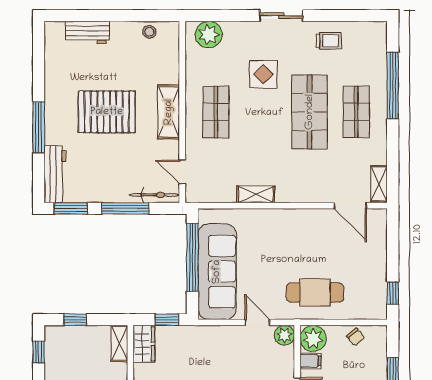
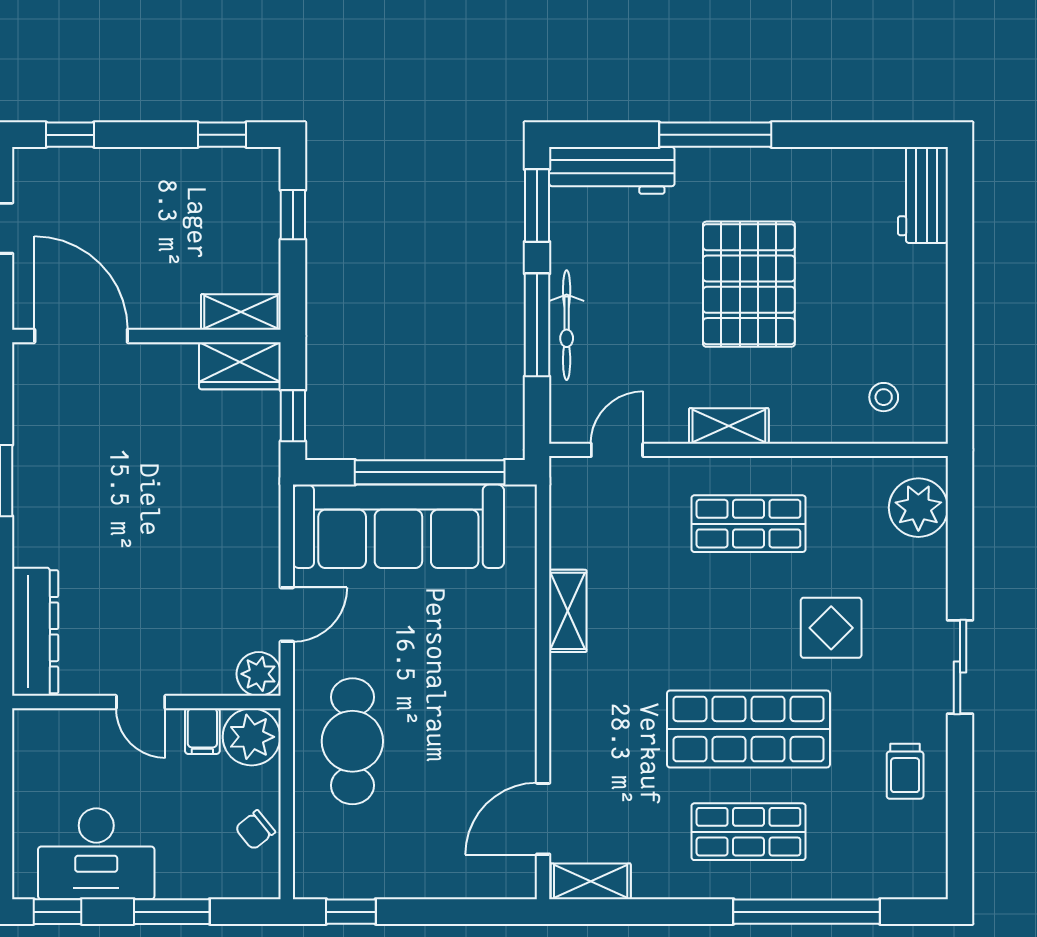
stool: (149, 32) -> (884, 397), moved
workbench: (88, 33) -> (923, 195), moved
shelving: (169, 112) -> (729, 426), width x0.67, depth x0.75
bicycle: (154, 195) -> (567, 325), moved

